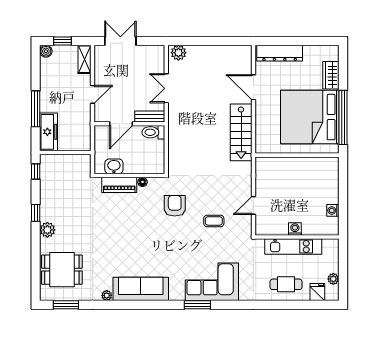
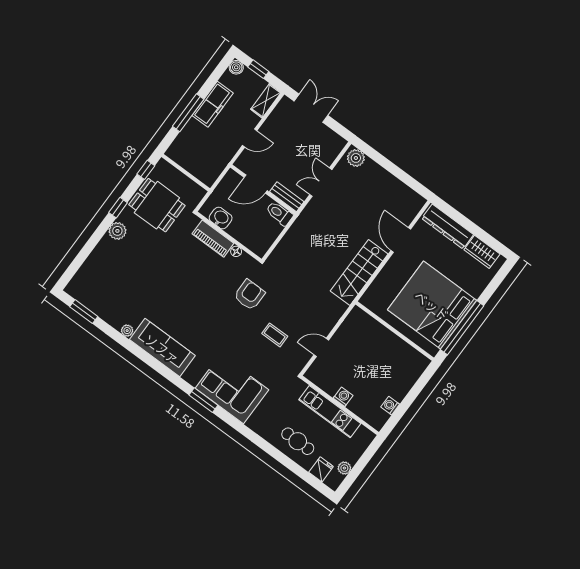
wardrobe: (331, 75) -> (482, 252), moved, turned -90
freezer: (49, 132) -> (213, 104), moved
dining table: (62, 270) -> (157, 205), moved

